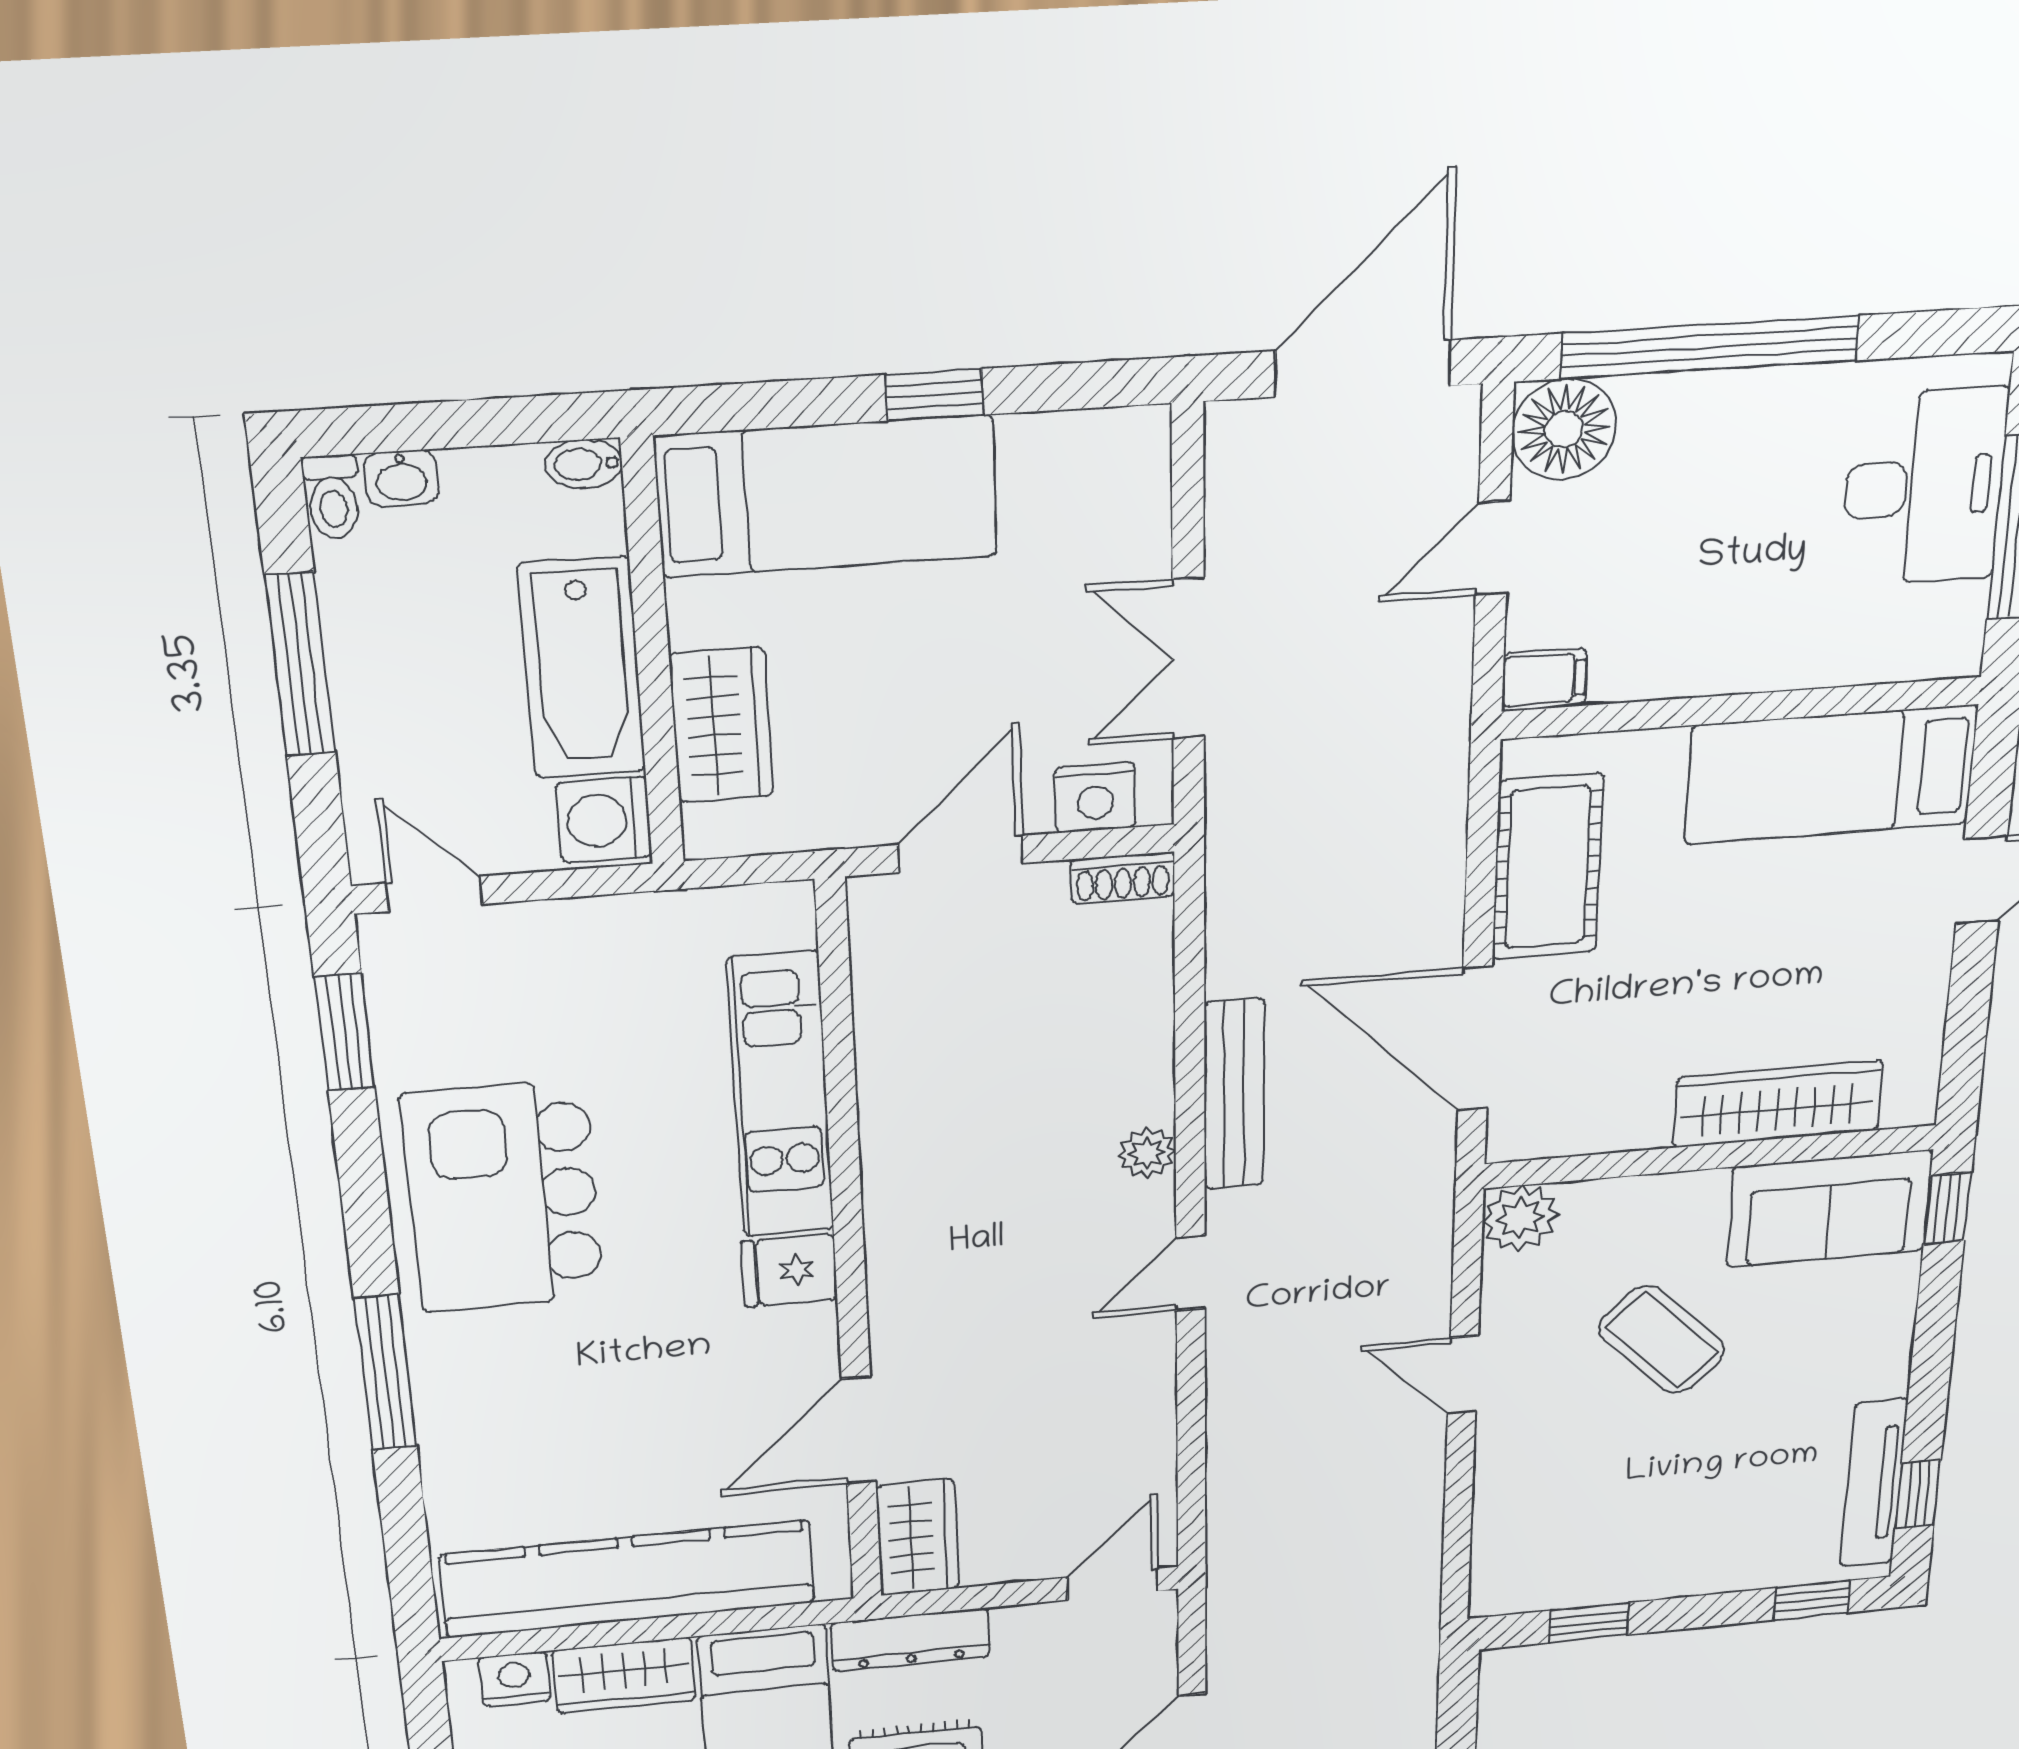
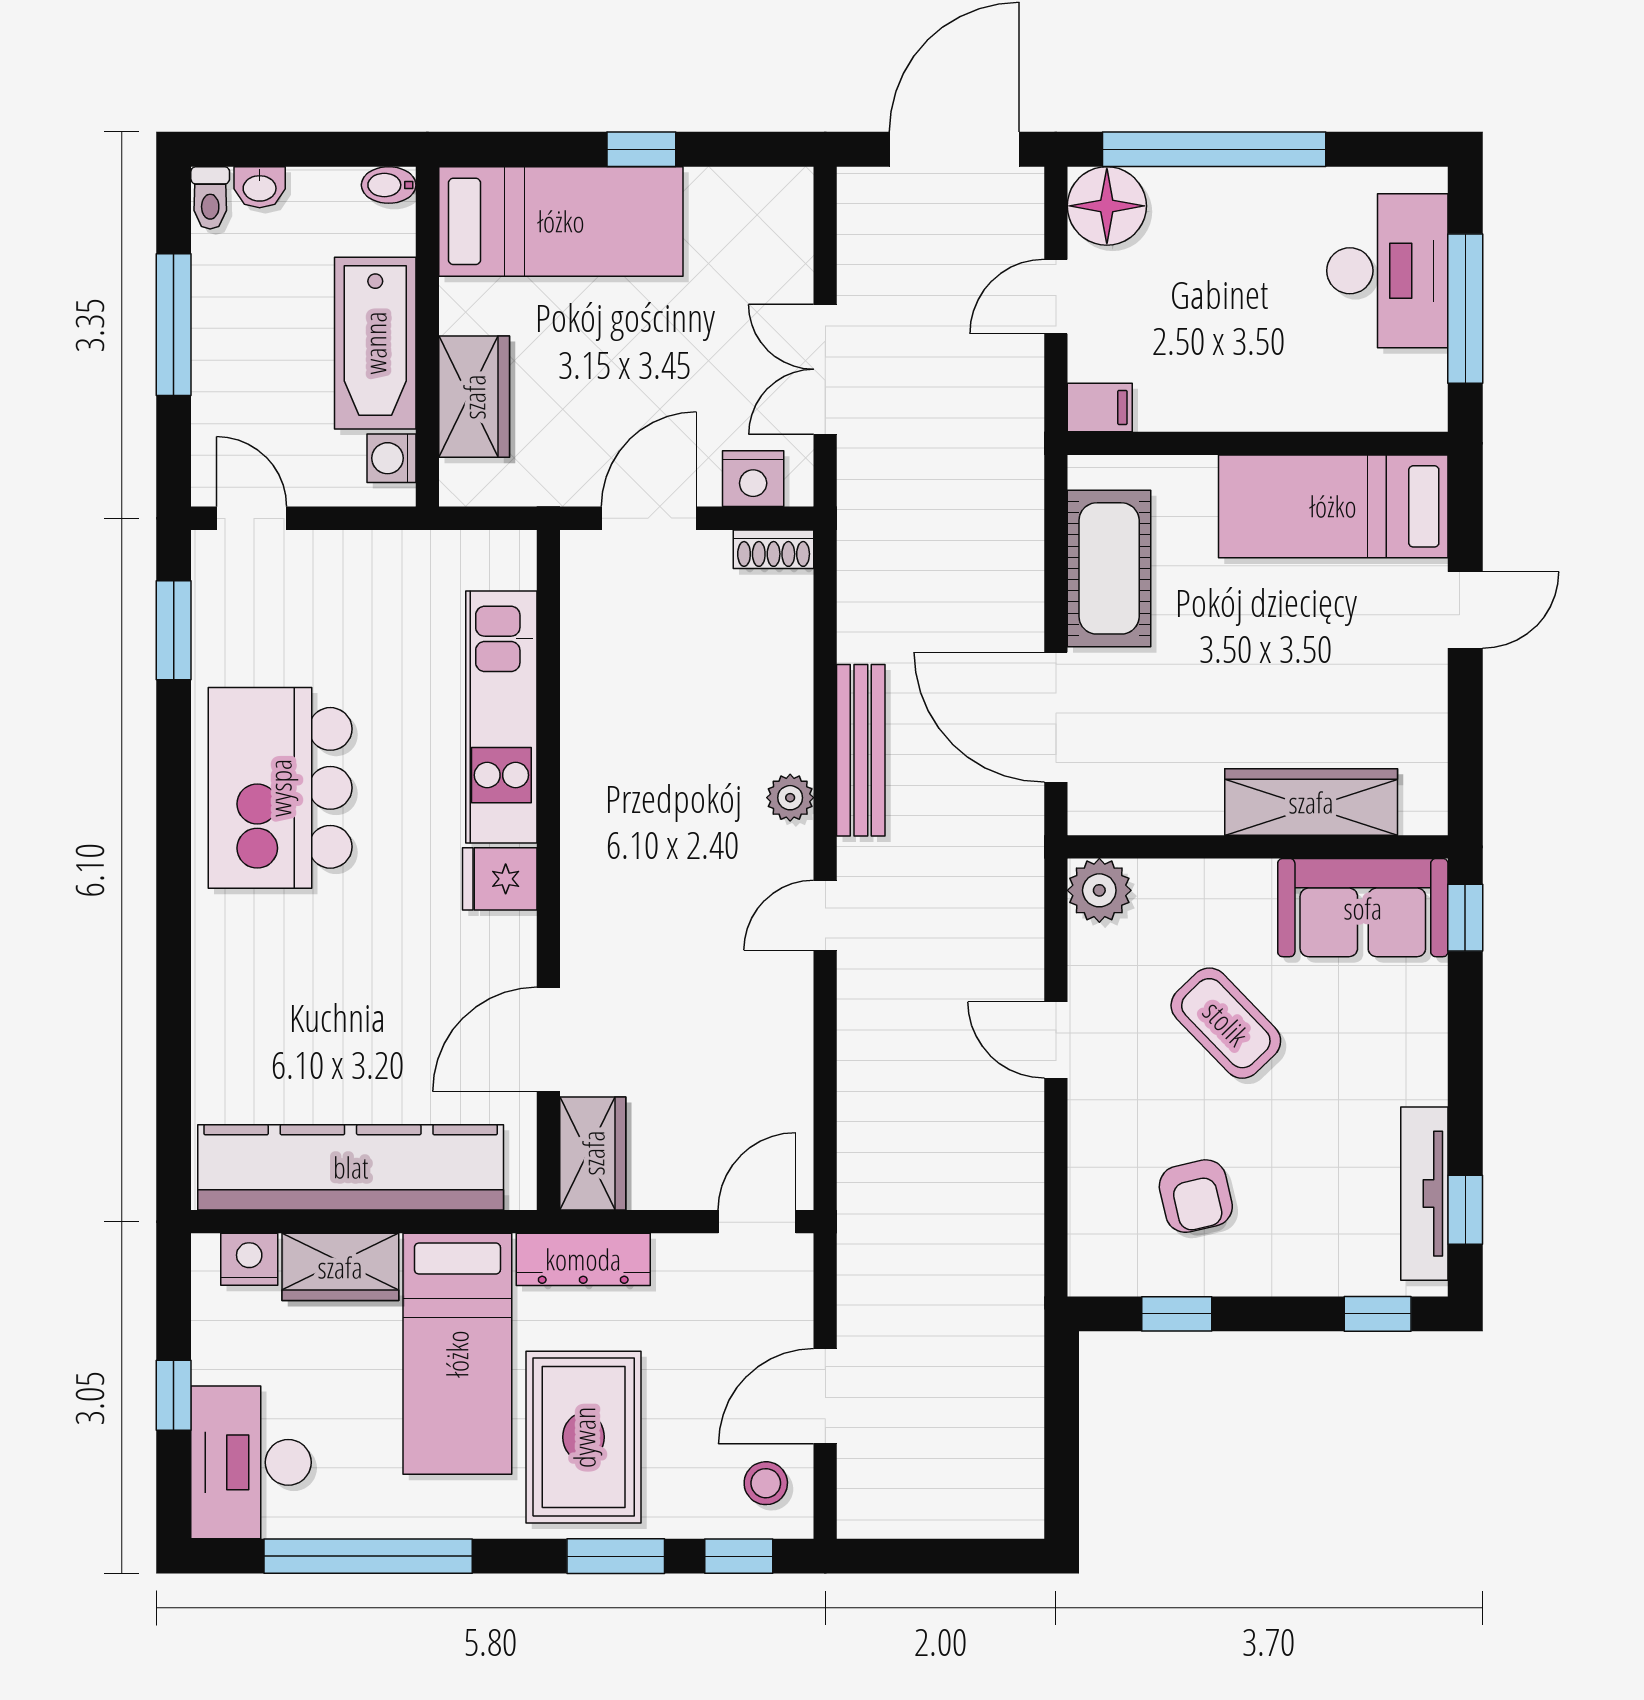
washing machine: (604, 820) -> (391, 458), width x0.73, depth x0.73
window: (386, 1373) -> (174, 942), removed
armchair: (1617, 1511) -> (1196, 1196), added

